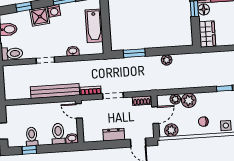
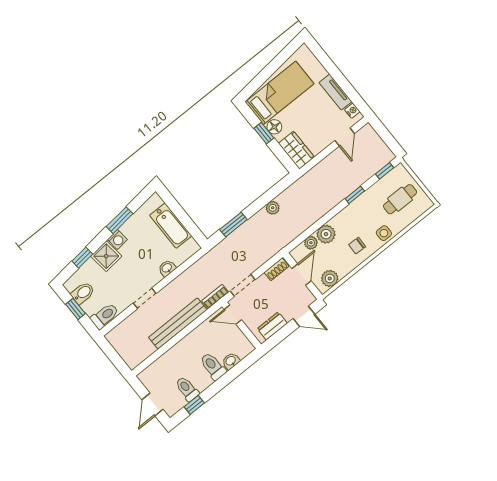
door: (79, 111) -> (233, 315), moved
wall: (80, 122) -> (241, 325), moved

